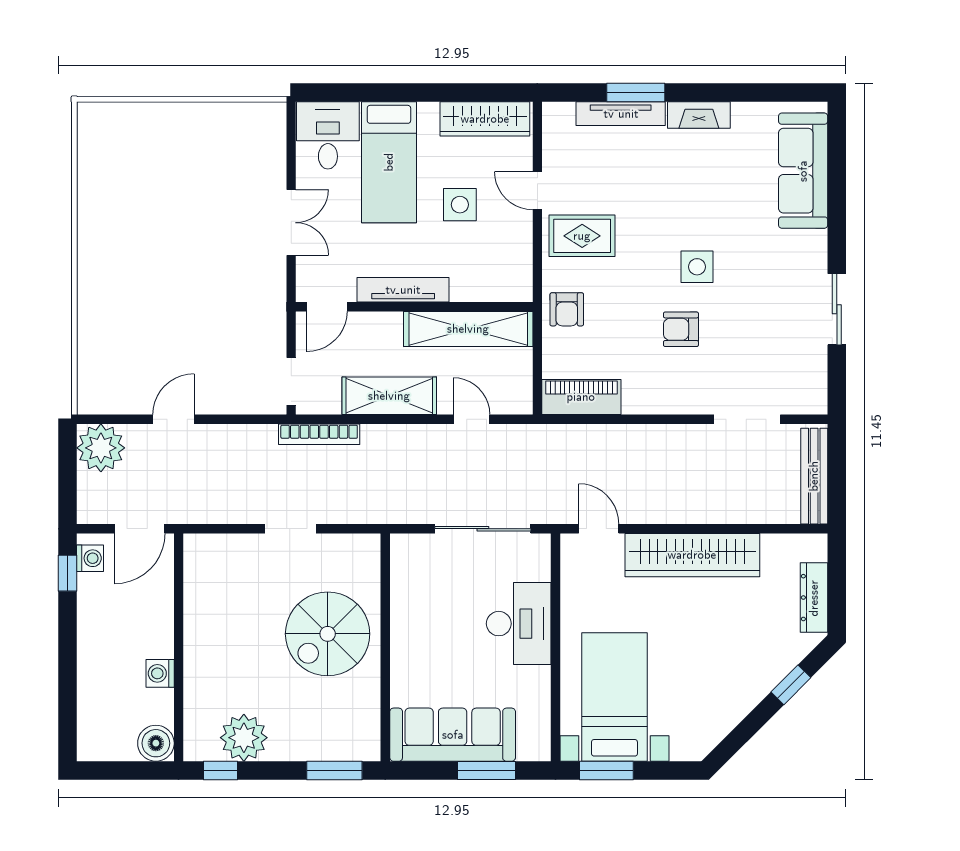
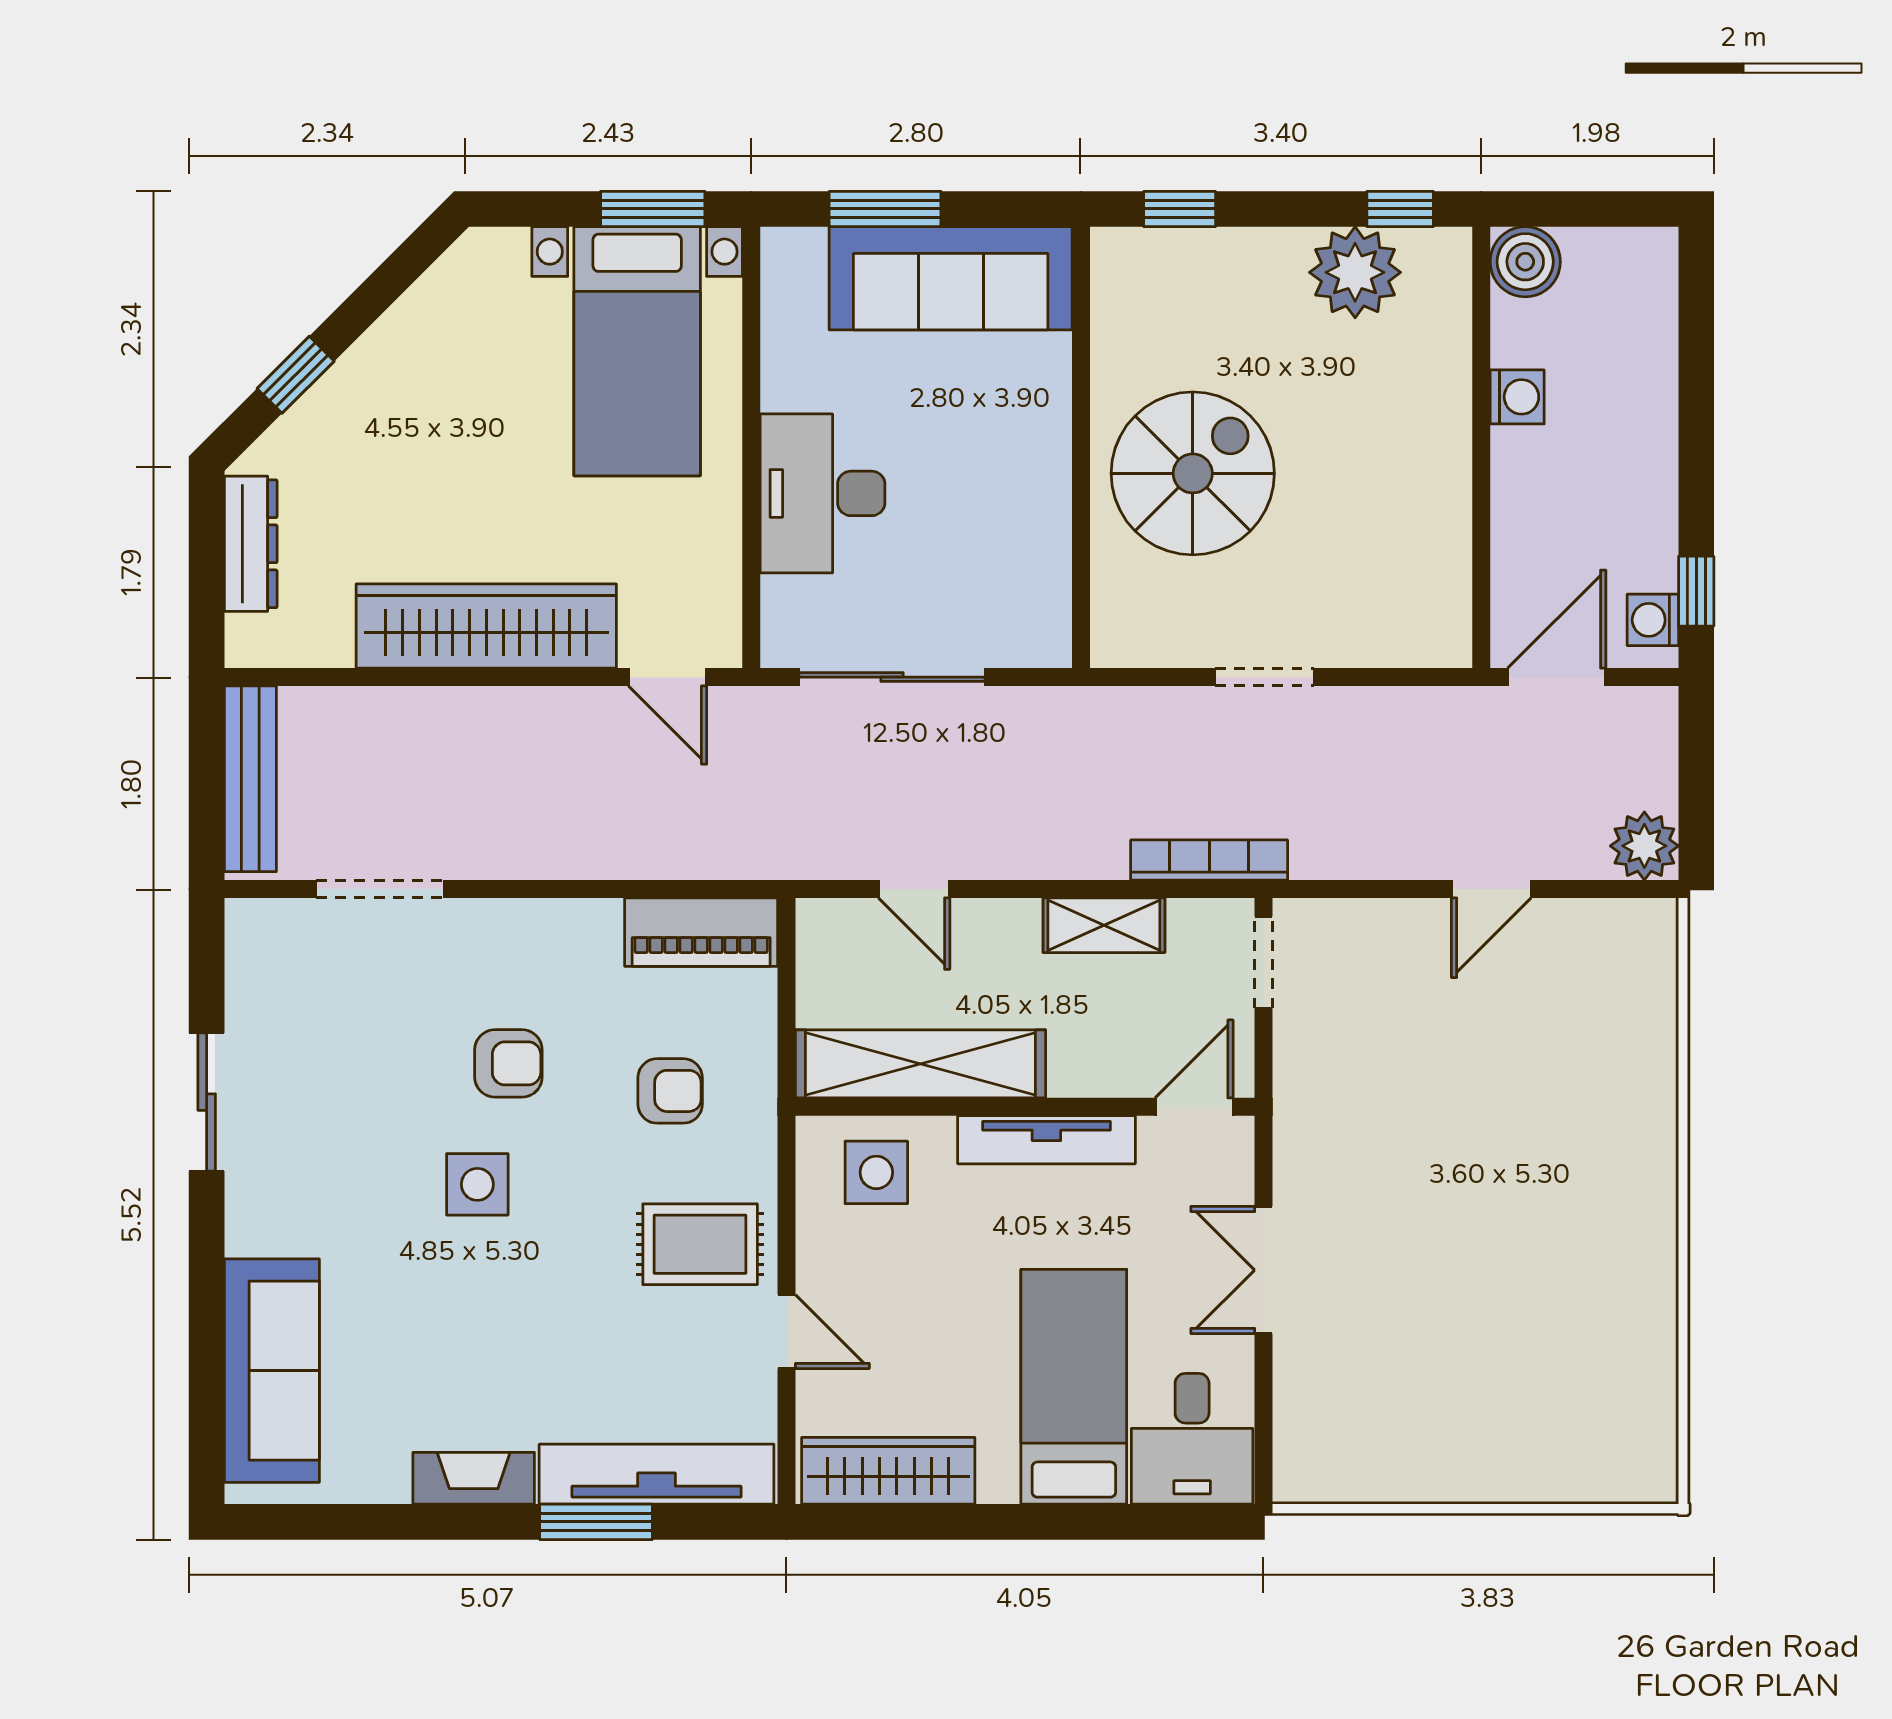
tv unit: (621, 114) -> (657, 1474), width x1.36, depth x1.29
side table: (460, 205) -> (876, 1172), moved
armchair: (567, 309) -> (670, 1091), moved, turned 90
shelving: (389, 396) -> (1104, 925), width x0.67, depth x0.75
plant: (101, 448) -> (1644, 846), width x0.73, depth x0.73
window: (334, 770) -> (1180, 209), width x0.67

